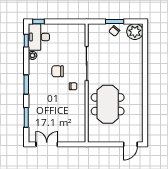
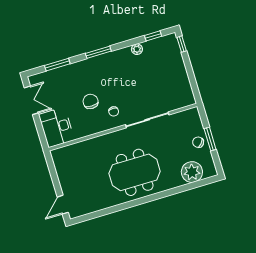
plant: (135, 32) -> (192, 172), moved
desk: (39, 37) -> (57, 127), moved, turned -90
chair: (58, 71) -> (91, 101), moved
meeting table: (108, 104) -> (135, 172), moved
door: (130, 144) -> (63, 205), hinge flipped

